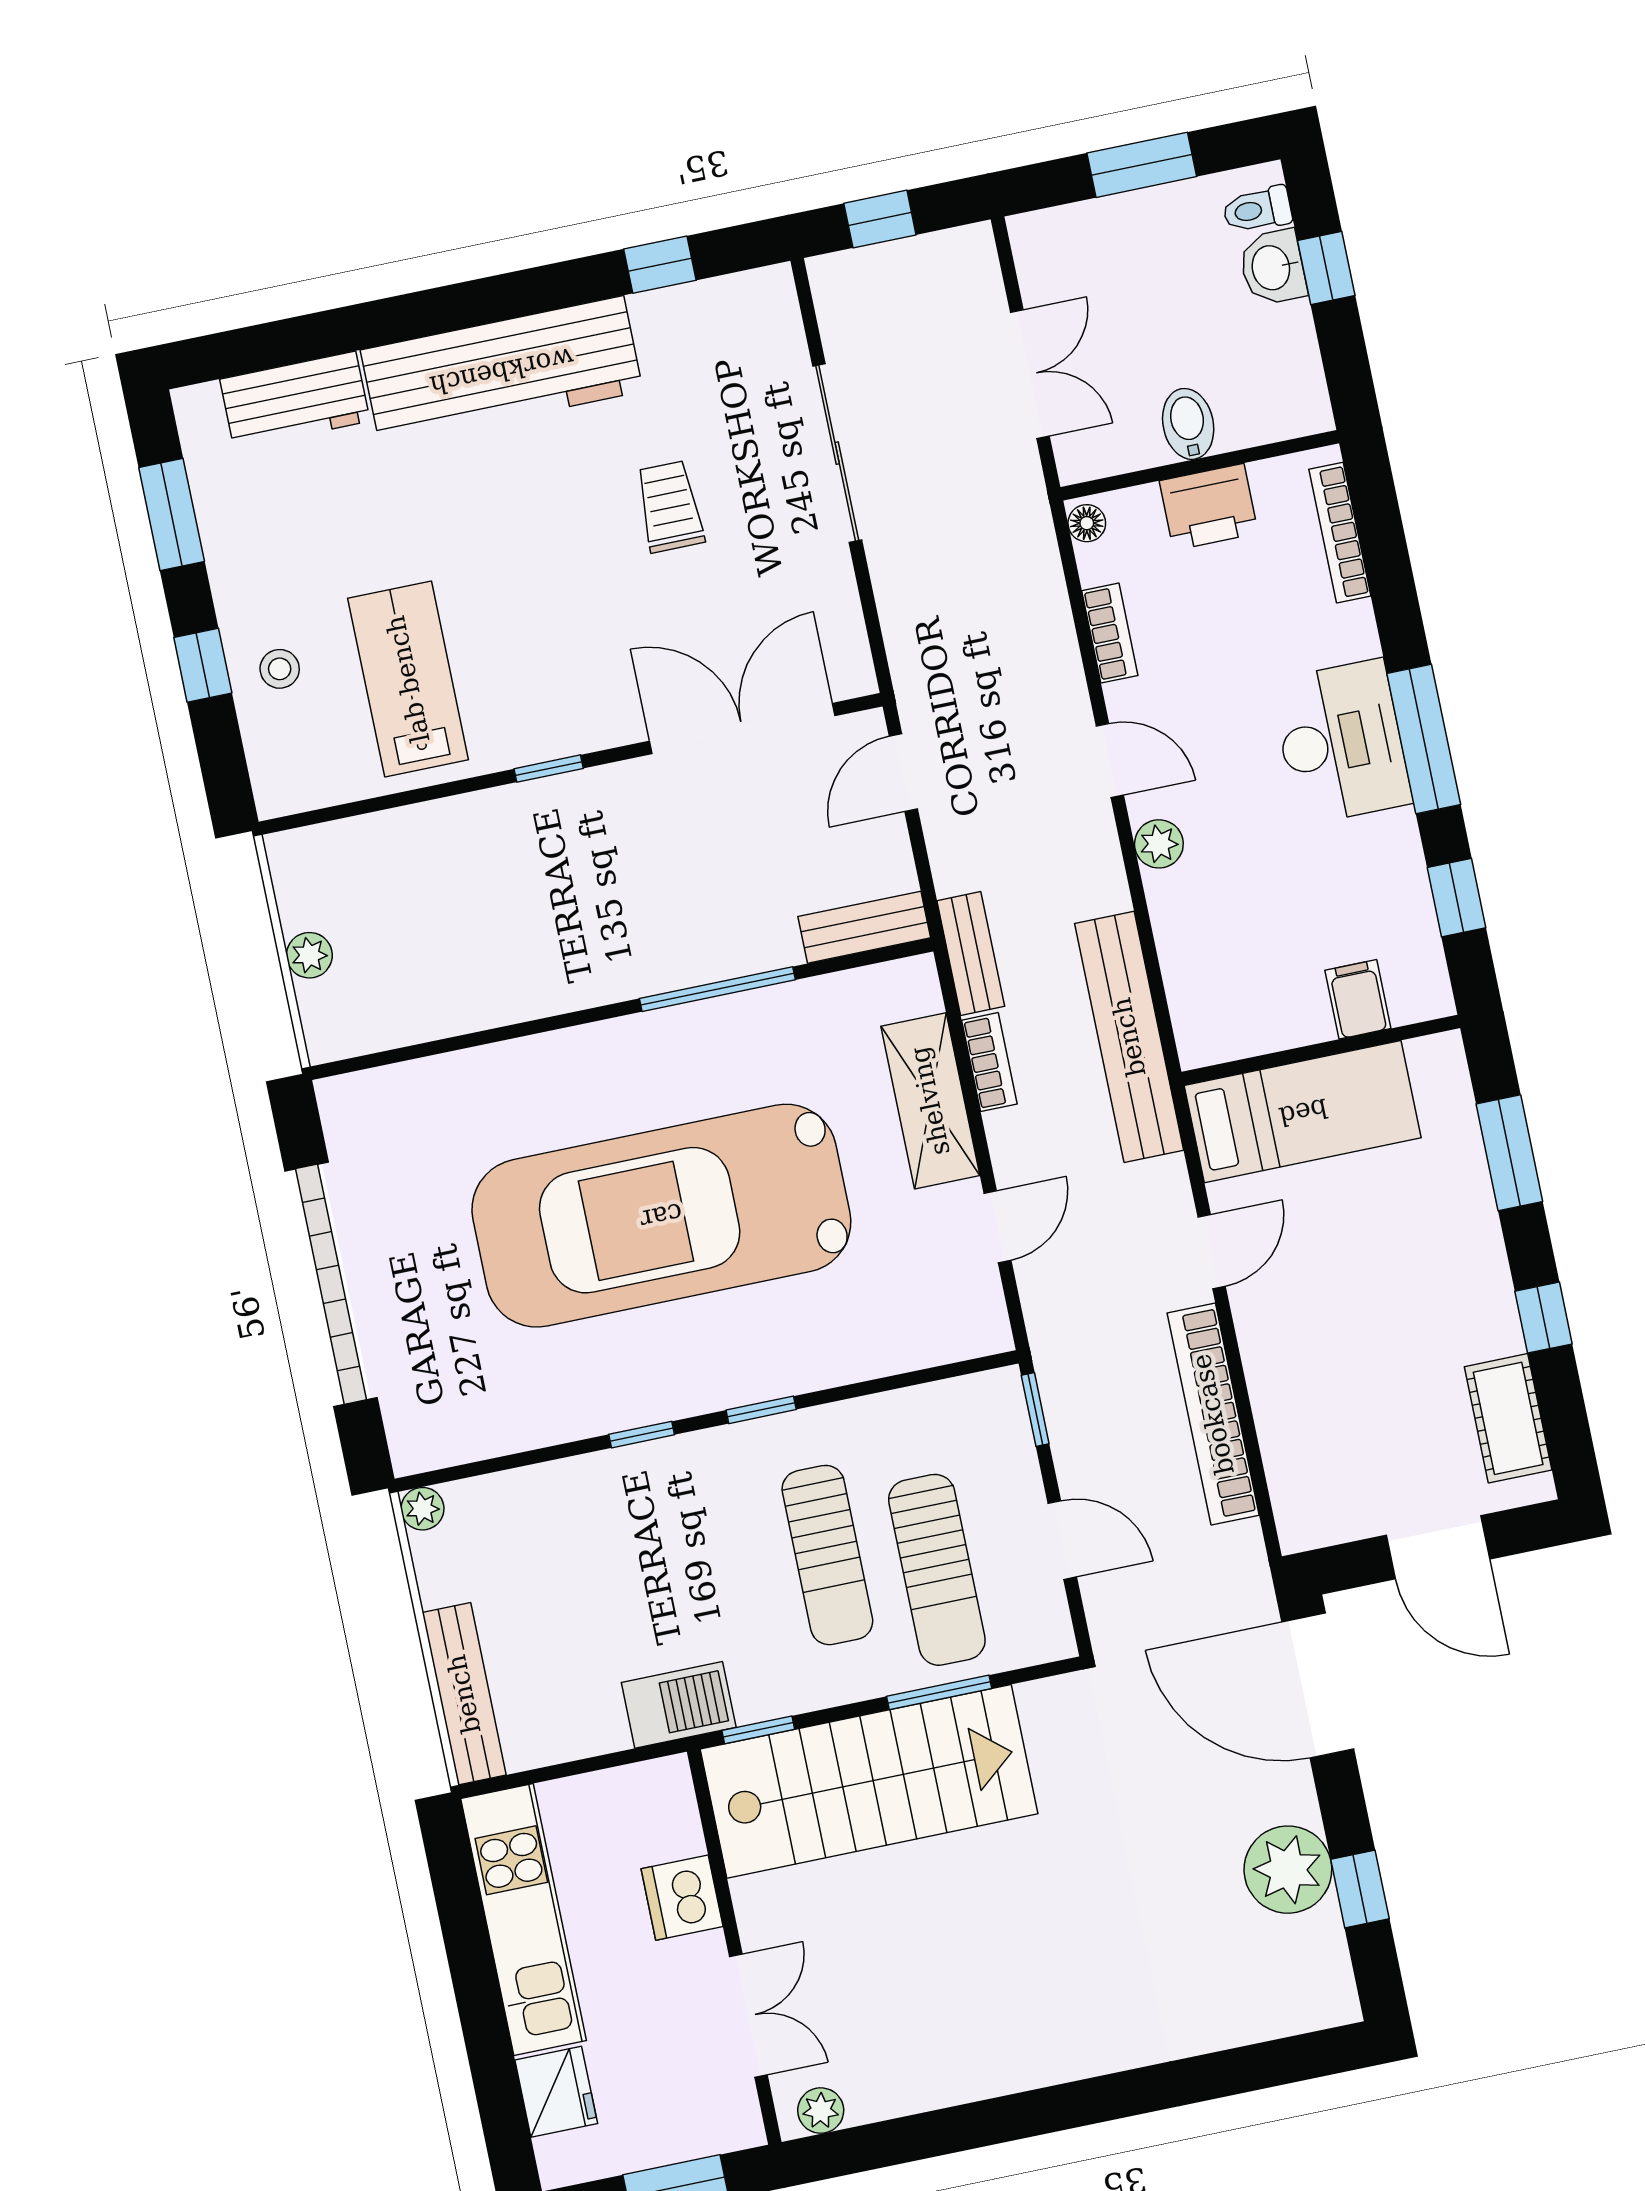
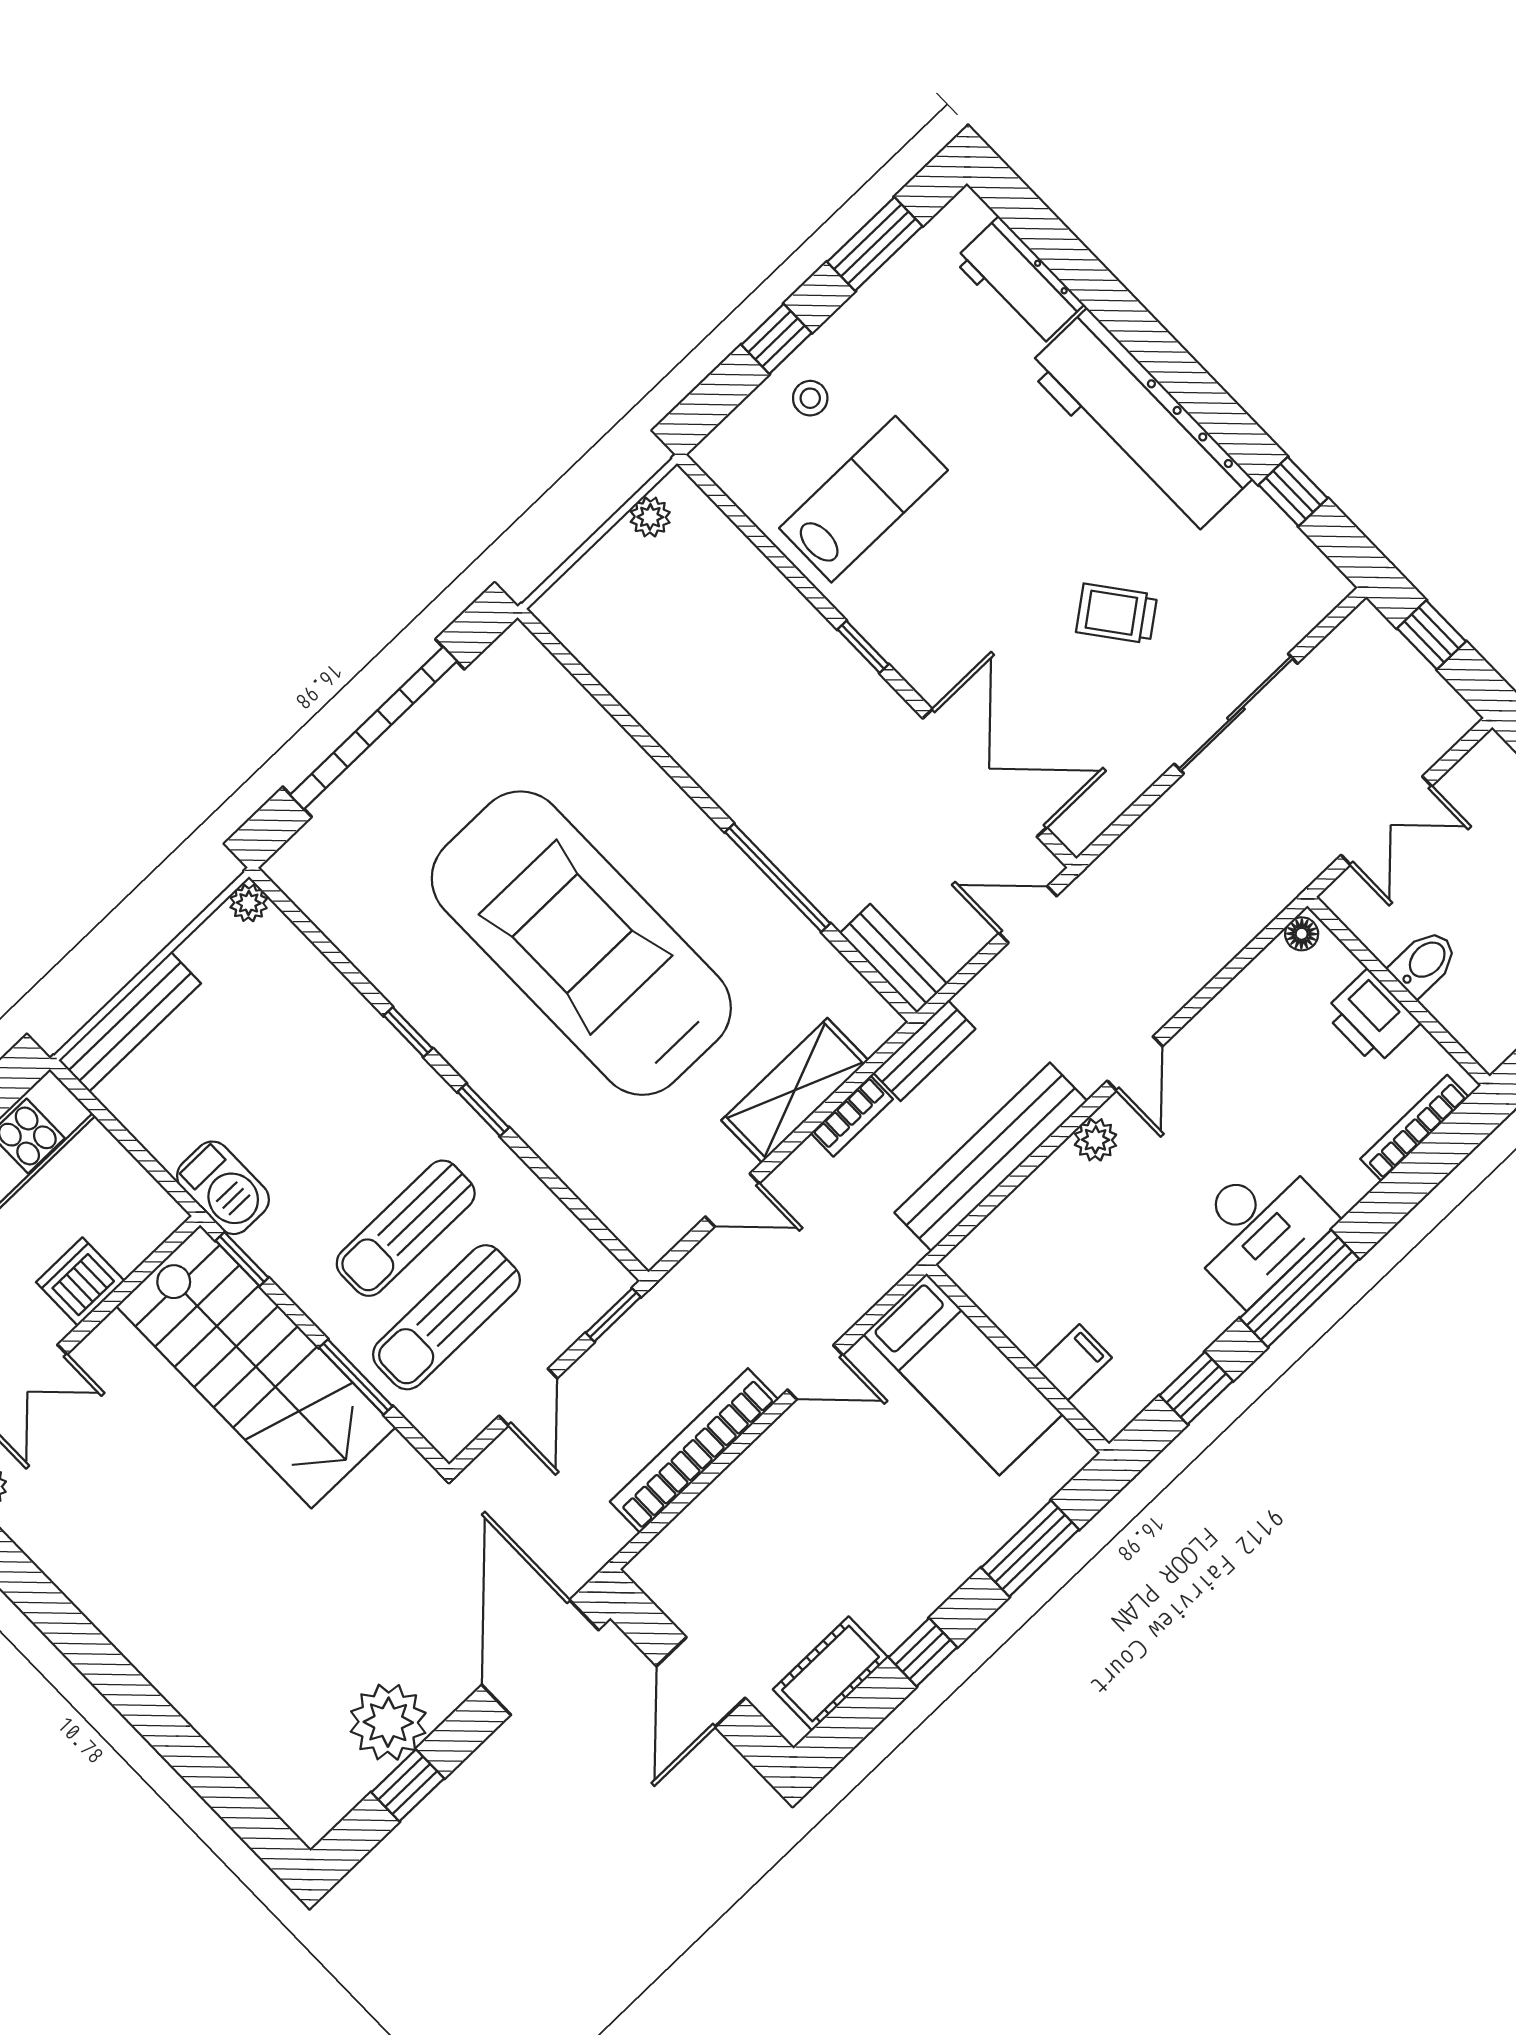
trolley: (670, 507) -> (1117, 614), turned -127
bookcase: (1110, 633) -> (1230, 1003), removed
plant: (309, 955) -> (650, 517), moved
bench: (1129, 1037) -> (991, 1157), moved

